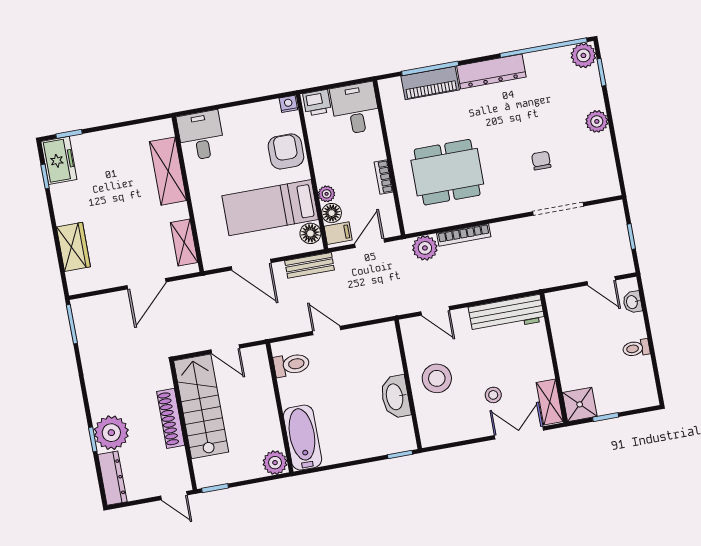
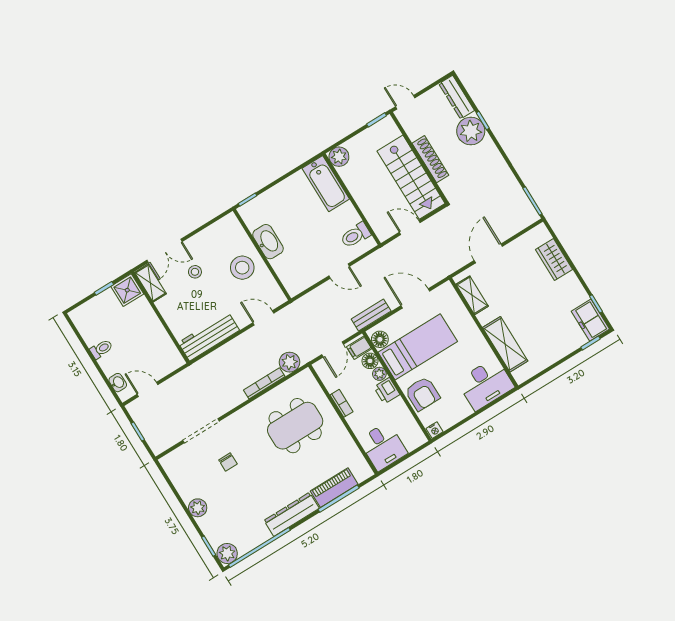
printer: (317, 103) -> (387, 391), moved, turned -90
desk: (201, 136) -> (486, 384), width x1.37

